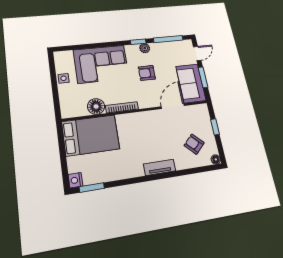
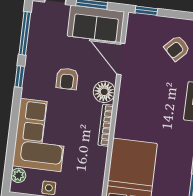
plant: (145, 48) -> (18, 175), moved
floor lamp: (96, 106) -> (104, 92), moved
window: (215, 127) -> (146, 11), moved

